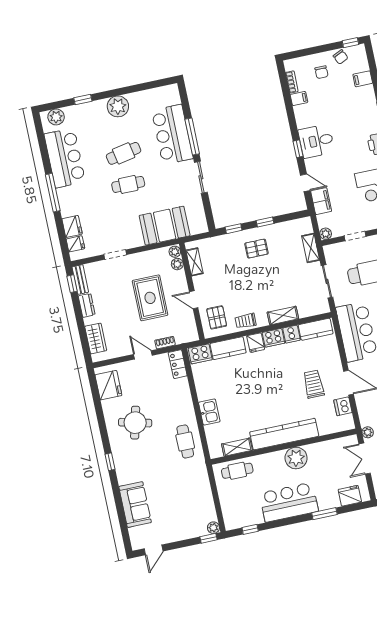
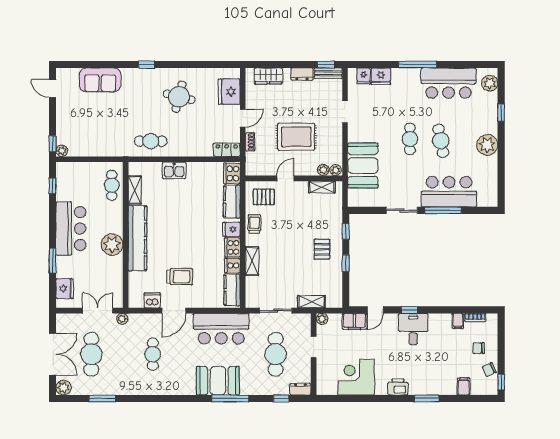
fridge: (108, 385) -> (229, 92), moved, turned 90

